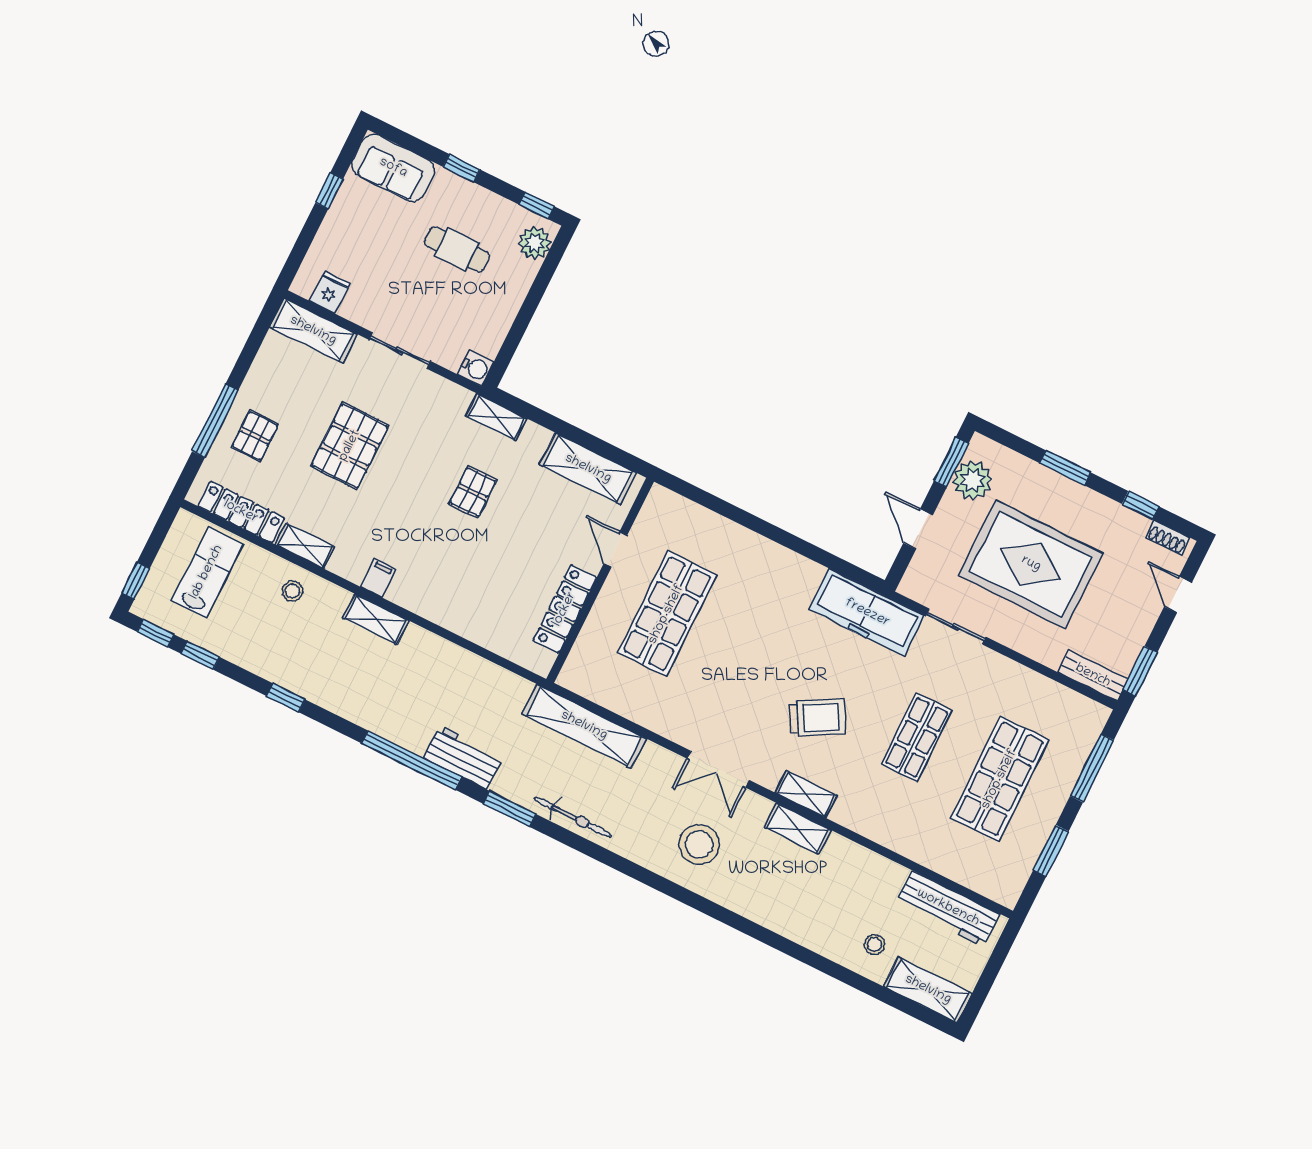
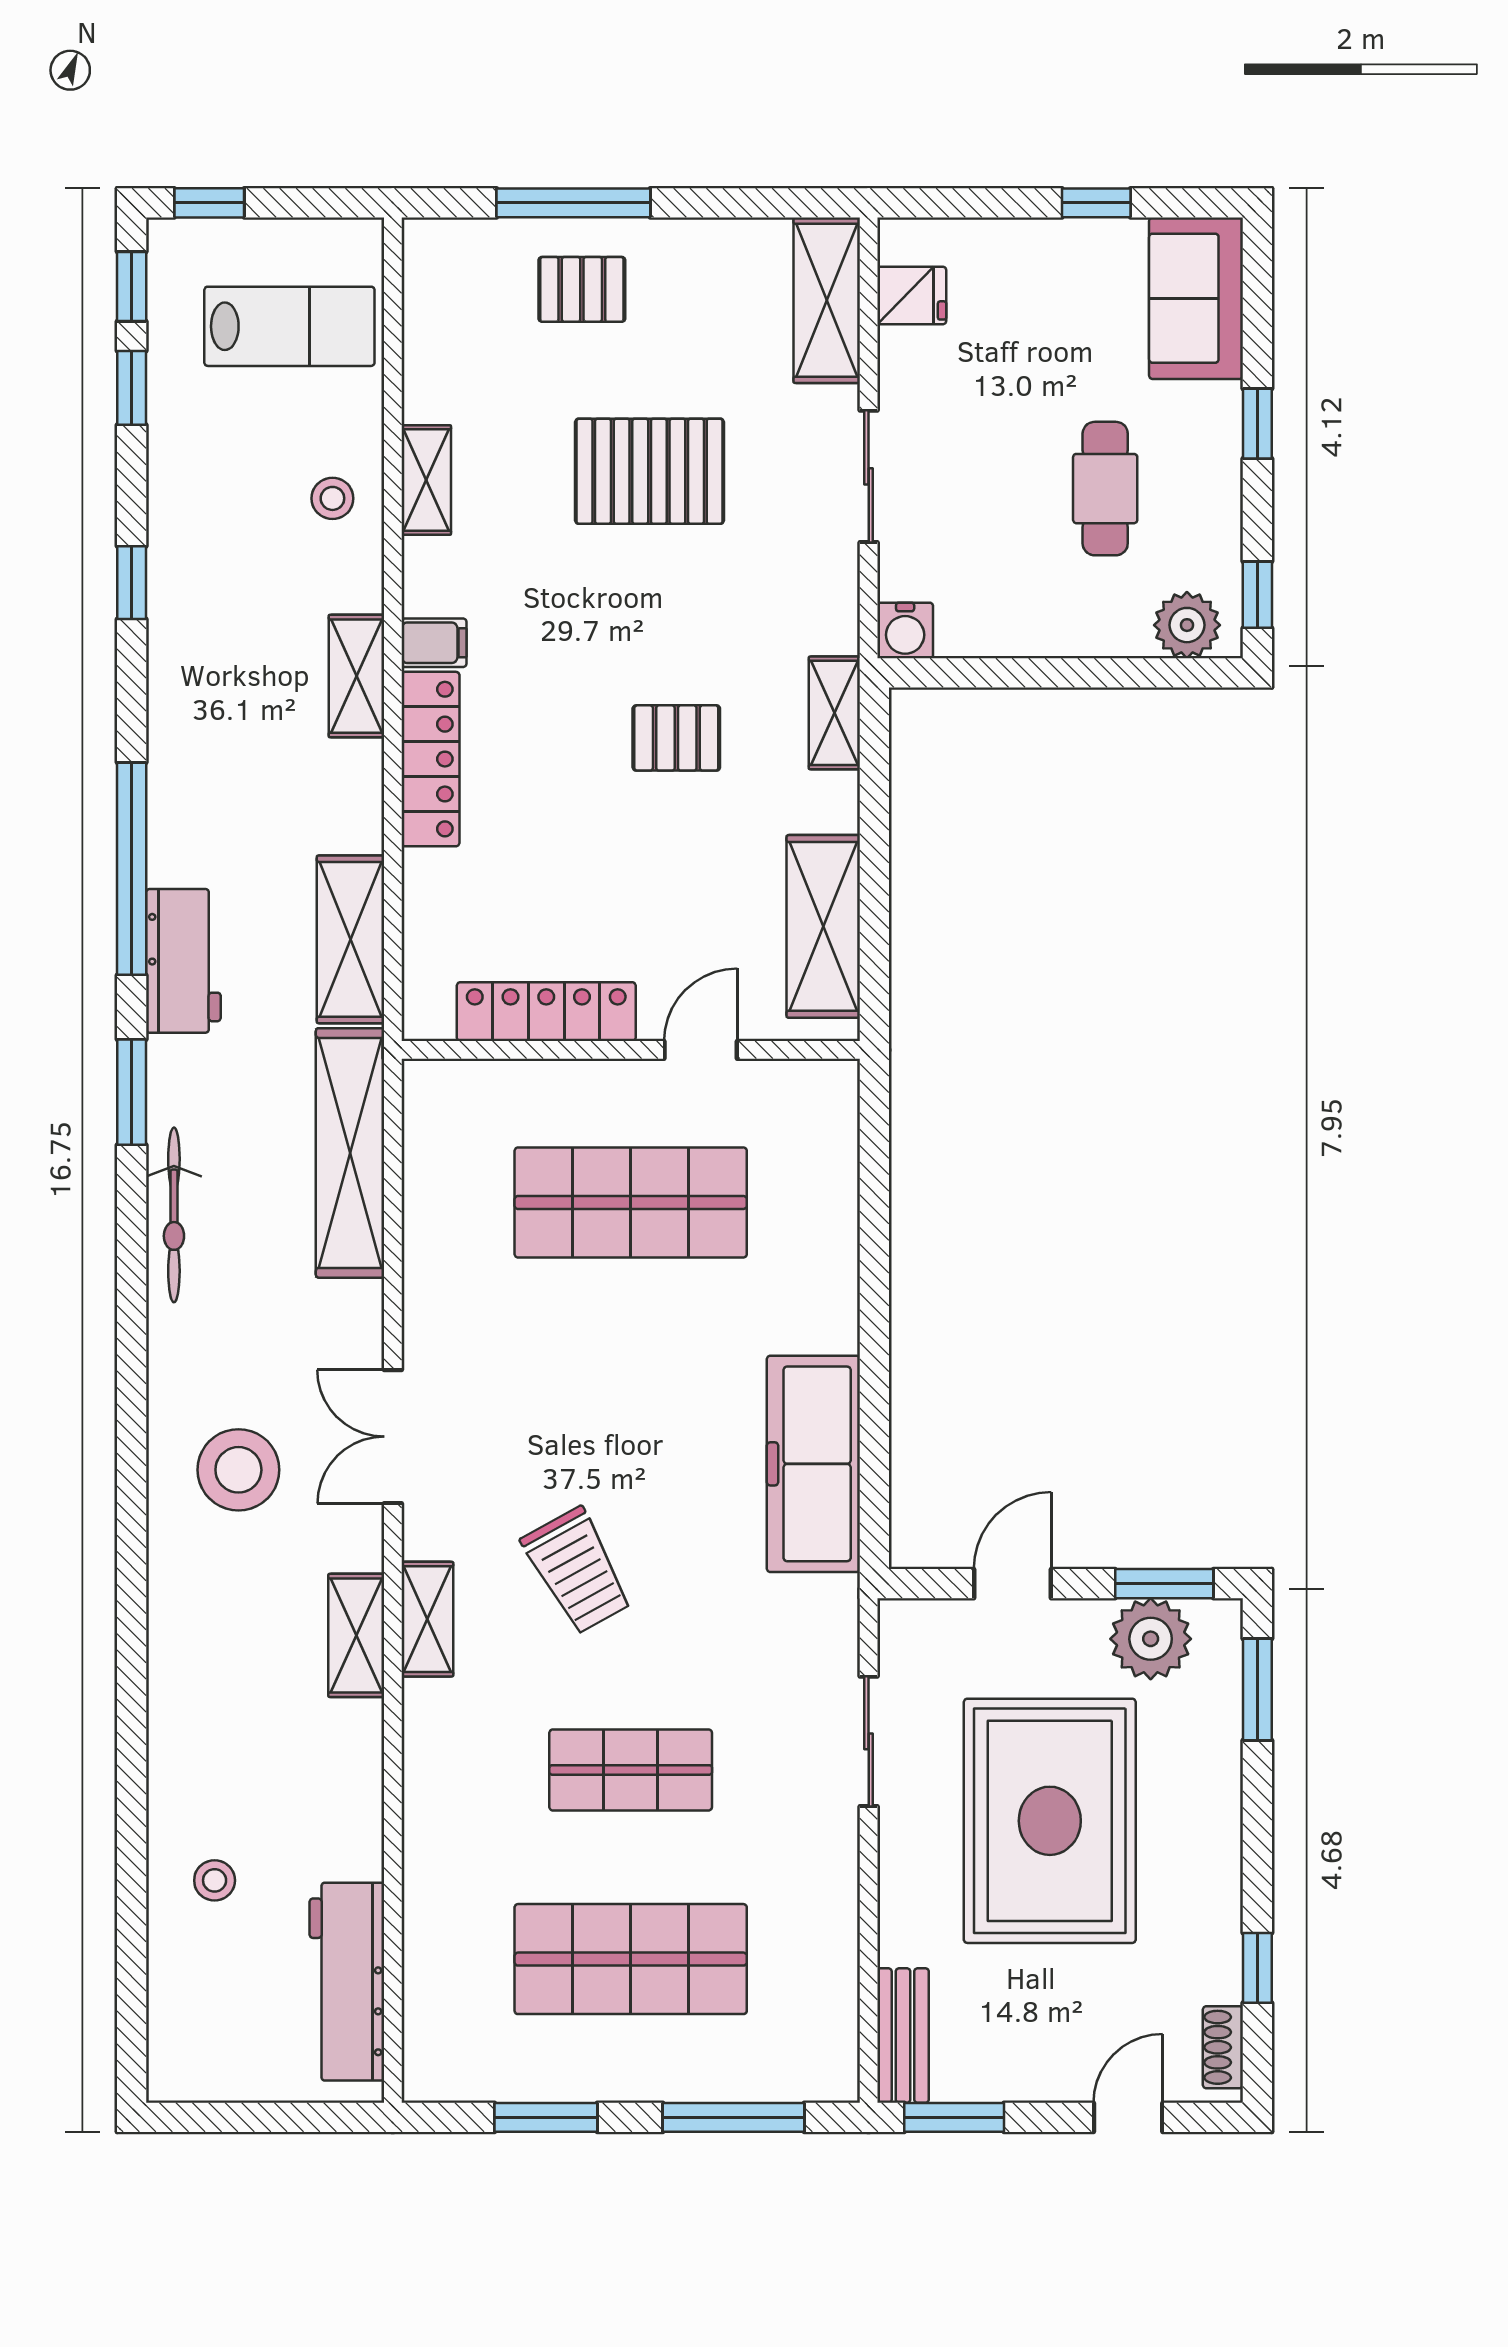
window: (1065, 468) -> (1257, 1690), moved
locker: (241, 512) -> (430, 759), moved
freezer: (867, 613) -> (813, 1464), moved
shelving: (928, 990) -> (350, 939), moved

